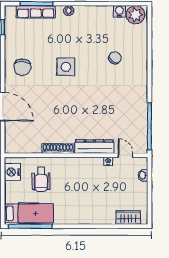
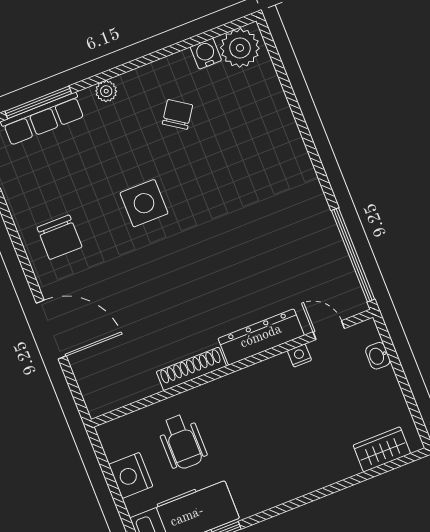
chair: (115, 58) -> (177, 114), moved
nightstand: (12, 172) -> (131, 475), moved

